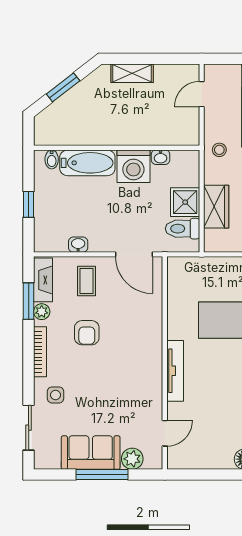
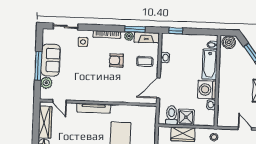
boiler: (46, 130) -> (229, 42), added
window: (29, 204) -> (176, 31), moved
wardrobe: (204, 458) -> (45, 122), added

